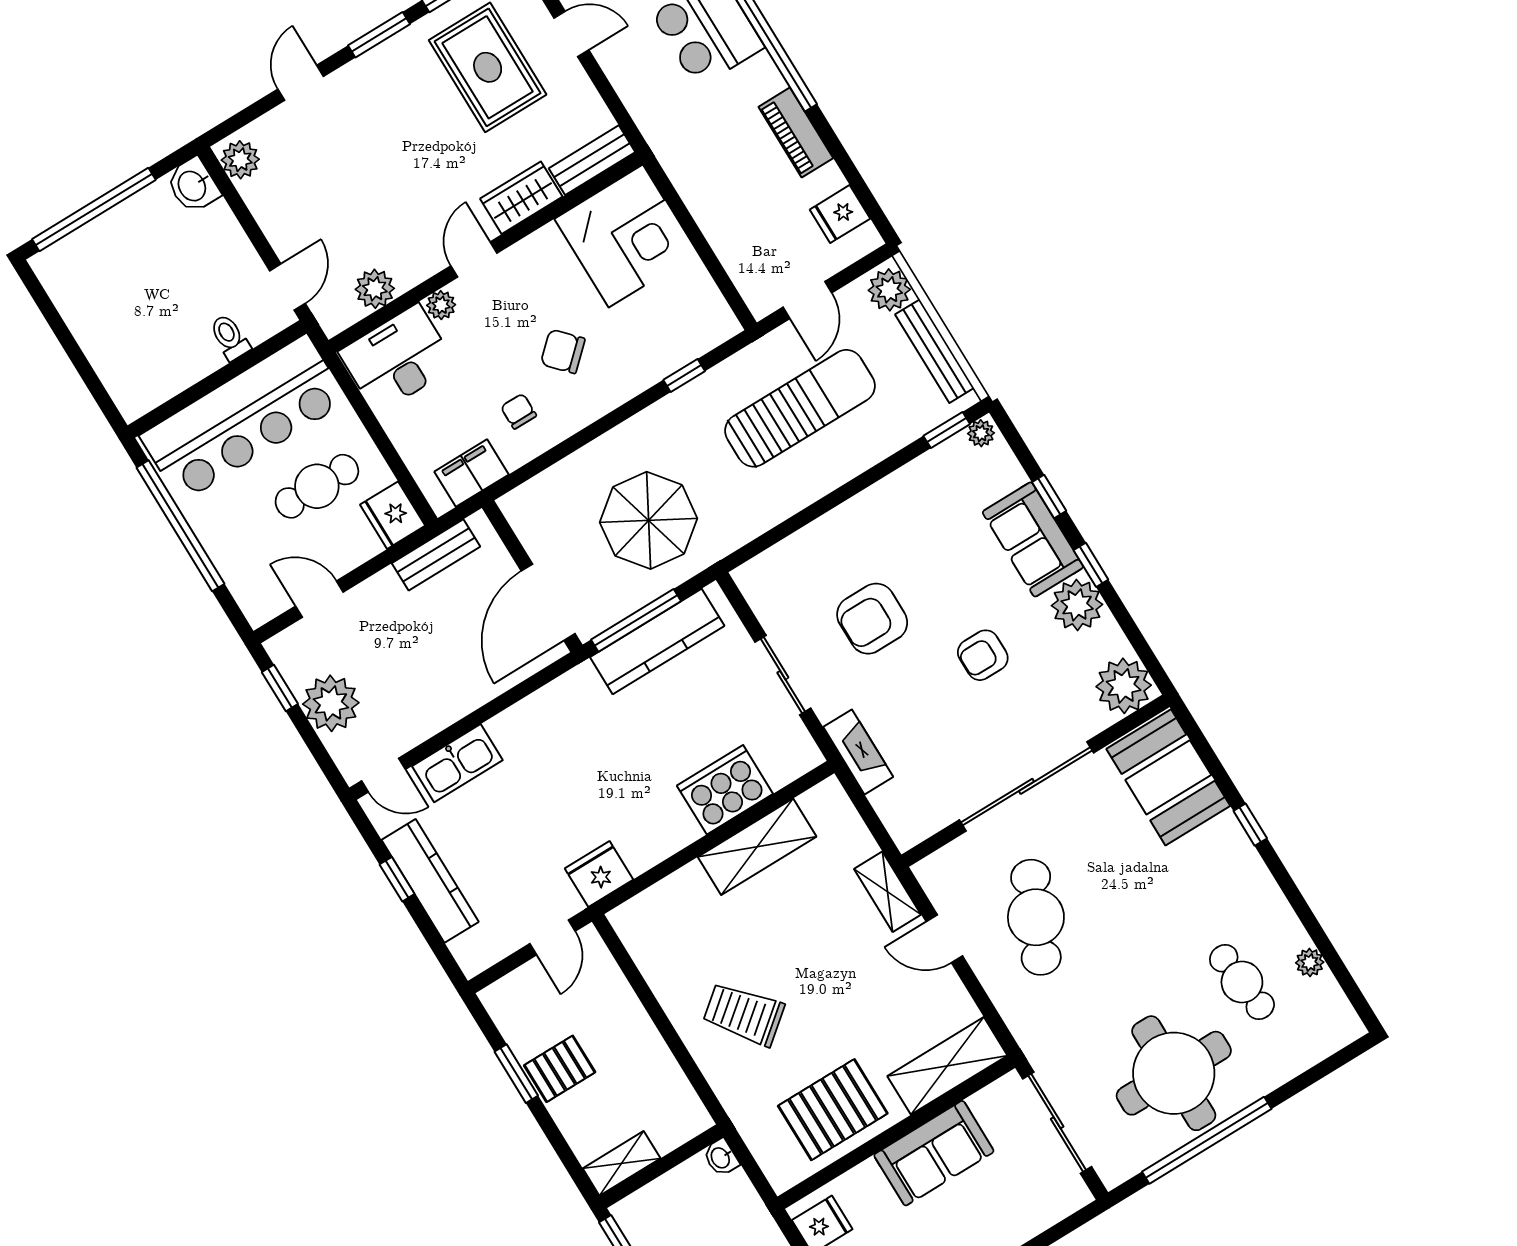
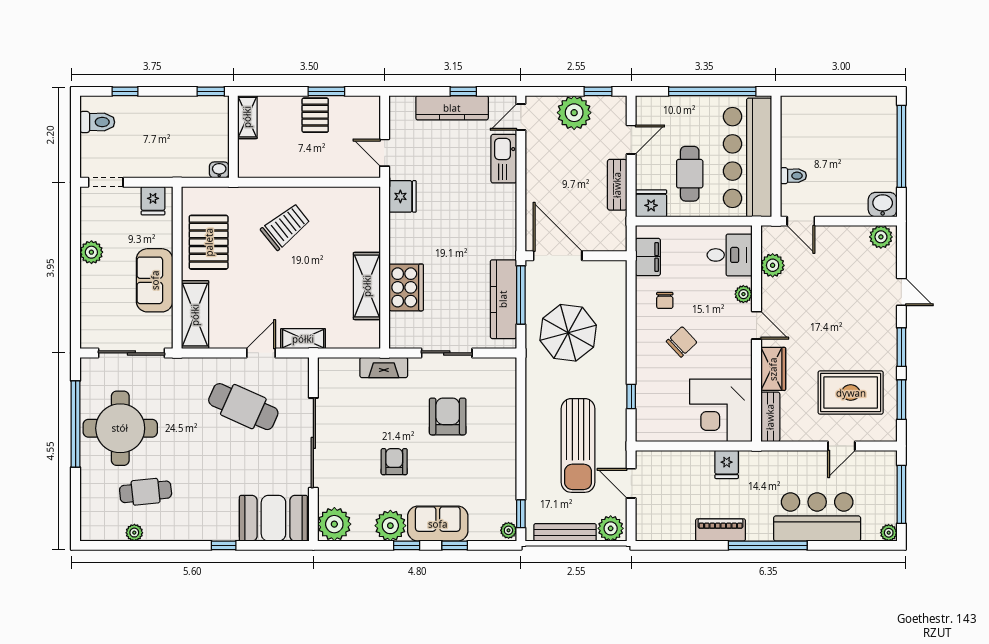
fridge: (840, 214) -> (727, 464), moved, turned 180
desk: (398, 359) -> (730, 255), width x0.73
chair: (519, 411) -> (665, 300), turned 90
bench: (436, 555) -> (617, 185), moved

